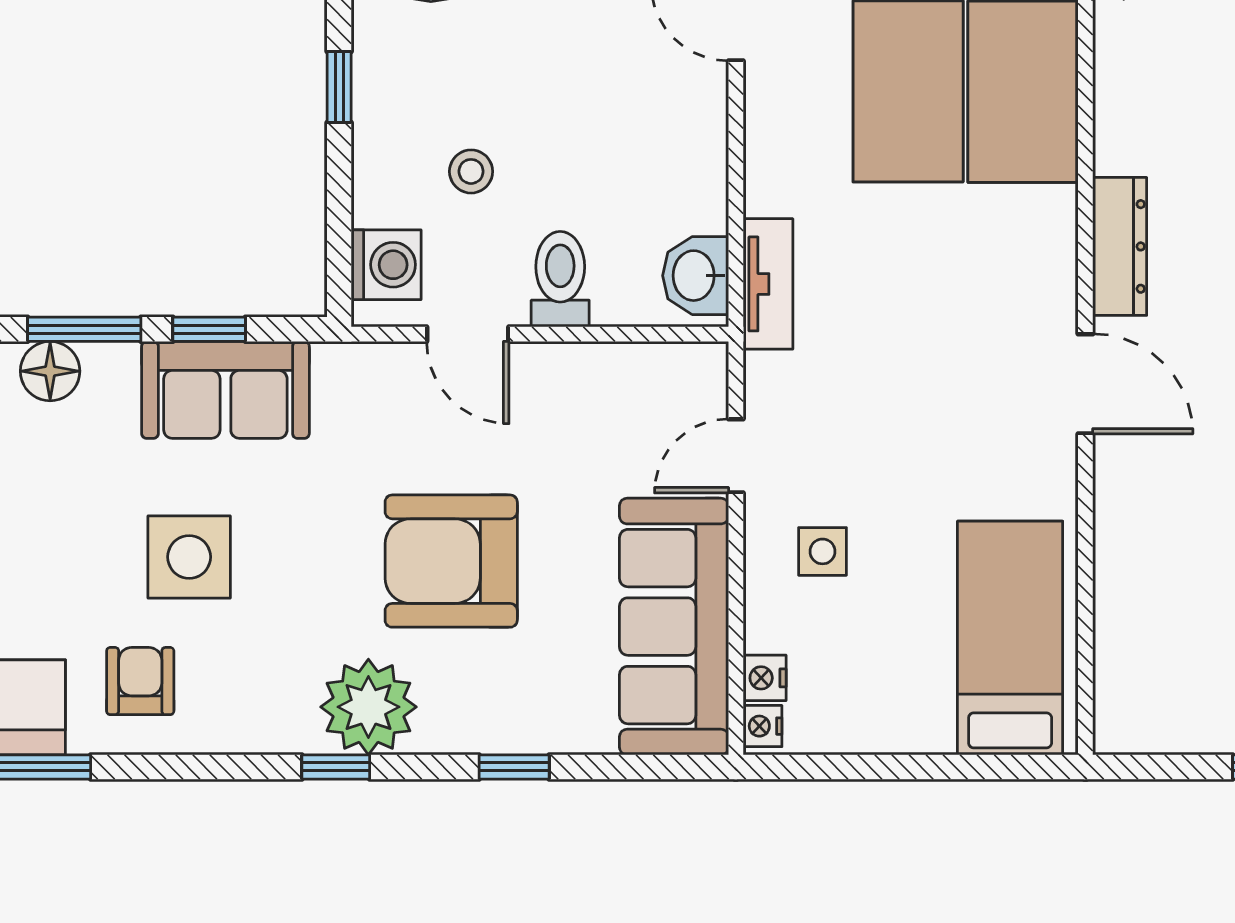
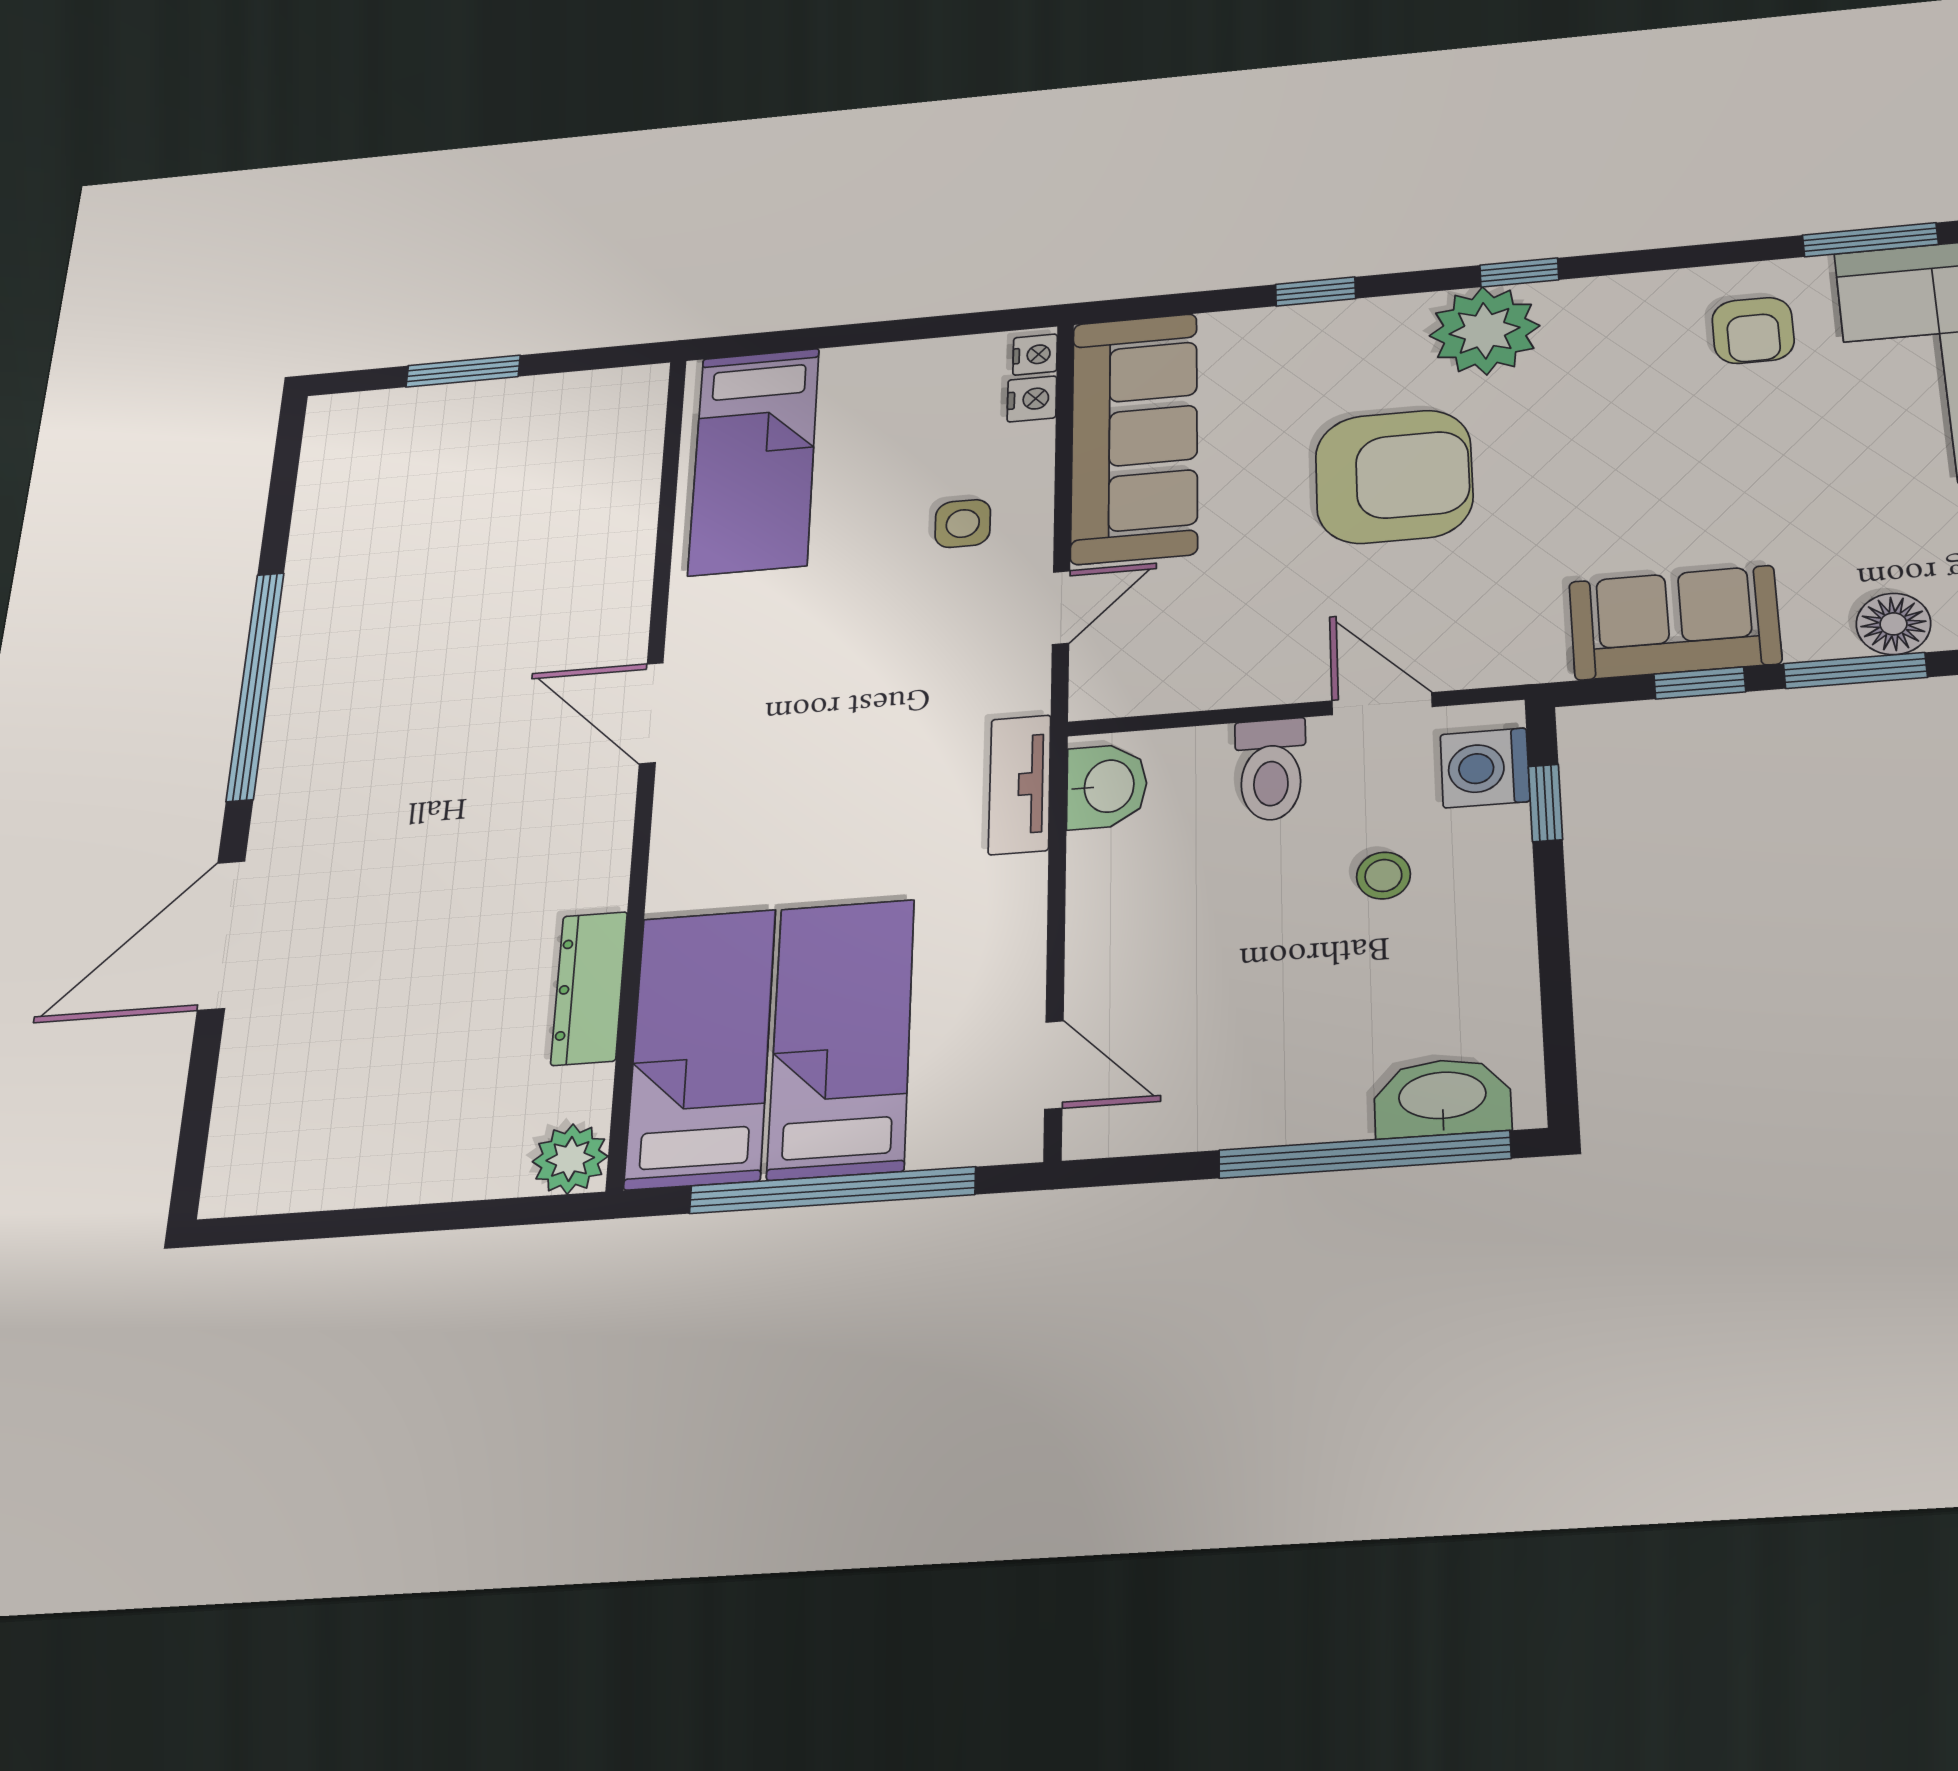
window: (339, 87) -> (1545, 803), moved
dresser: (1120, 246) -> (589, 988), moved
side table: (189, 557) -> (1705, 453), removed

